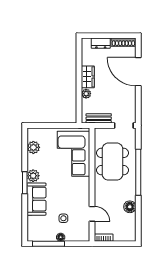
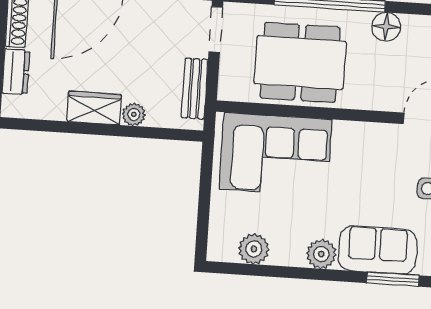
window: (25, 183) -> (393, 279), moved
floor lamp: (130, 207) -> (386, 27), moved

